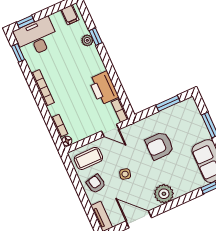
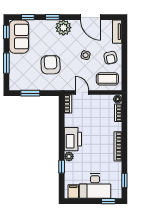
desk: (36, 37) -> (95, 186), moved
plant: (87, 40) -> (69, 156), moved
printer: (104, 88) -> (73, 139), moved
armchair: (160, 146) -> (51, 65), turned -93
window: (182, 200) -> (52, 17), added

